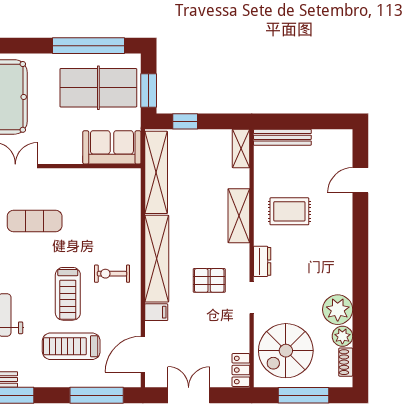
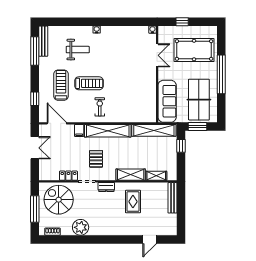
window: (89, 46) -> (221, 74), moved
sofa: (112, 147) -> (167, 101), width x1.36
shelving: (241, 148) -> (156, 176), moved
door: (360, 180) -> (150, 239), swing flipped
exercise mat: (35, 221) -> (128, 66), removed
treadmill: (68, 294) -> (89, 83), turned 180
plant: (342, 336) -> (66, 230), removed
locker: (241, 370) -> (68, 176), moved
window: (97, 395) -> (35, 99), width x0.46

